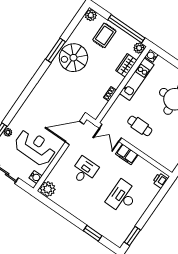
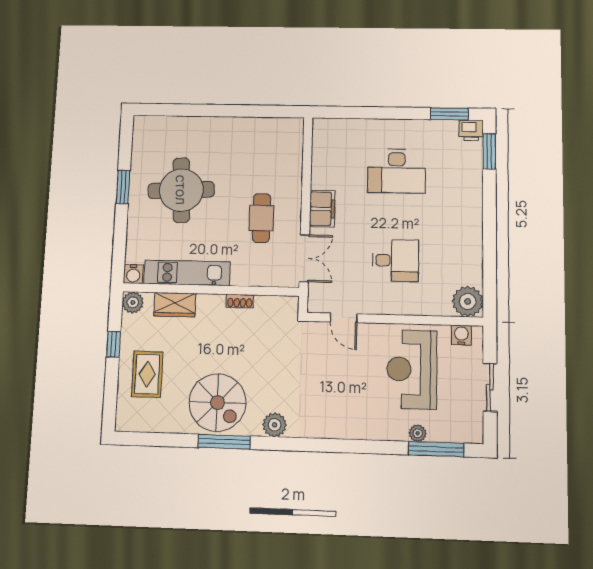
plant: (91, 15) -> (275, 425), moved
window: (126, 29) -> (113, 344), width x0.32
rug: (104, 35) -> (147, 374), turned 90
door: (74, 133) -> (344, 318), width x0.53
desk: (84, 171) -> (395, 260), turned 180
printer: (160, 181) -> (471, 130), moved
window: (93, 233) -> (489, 151), moved

